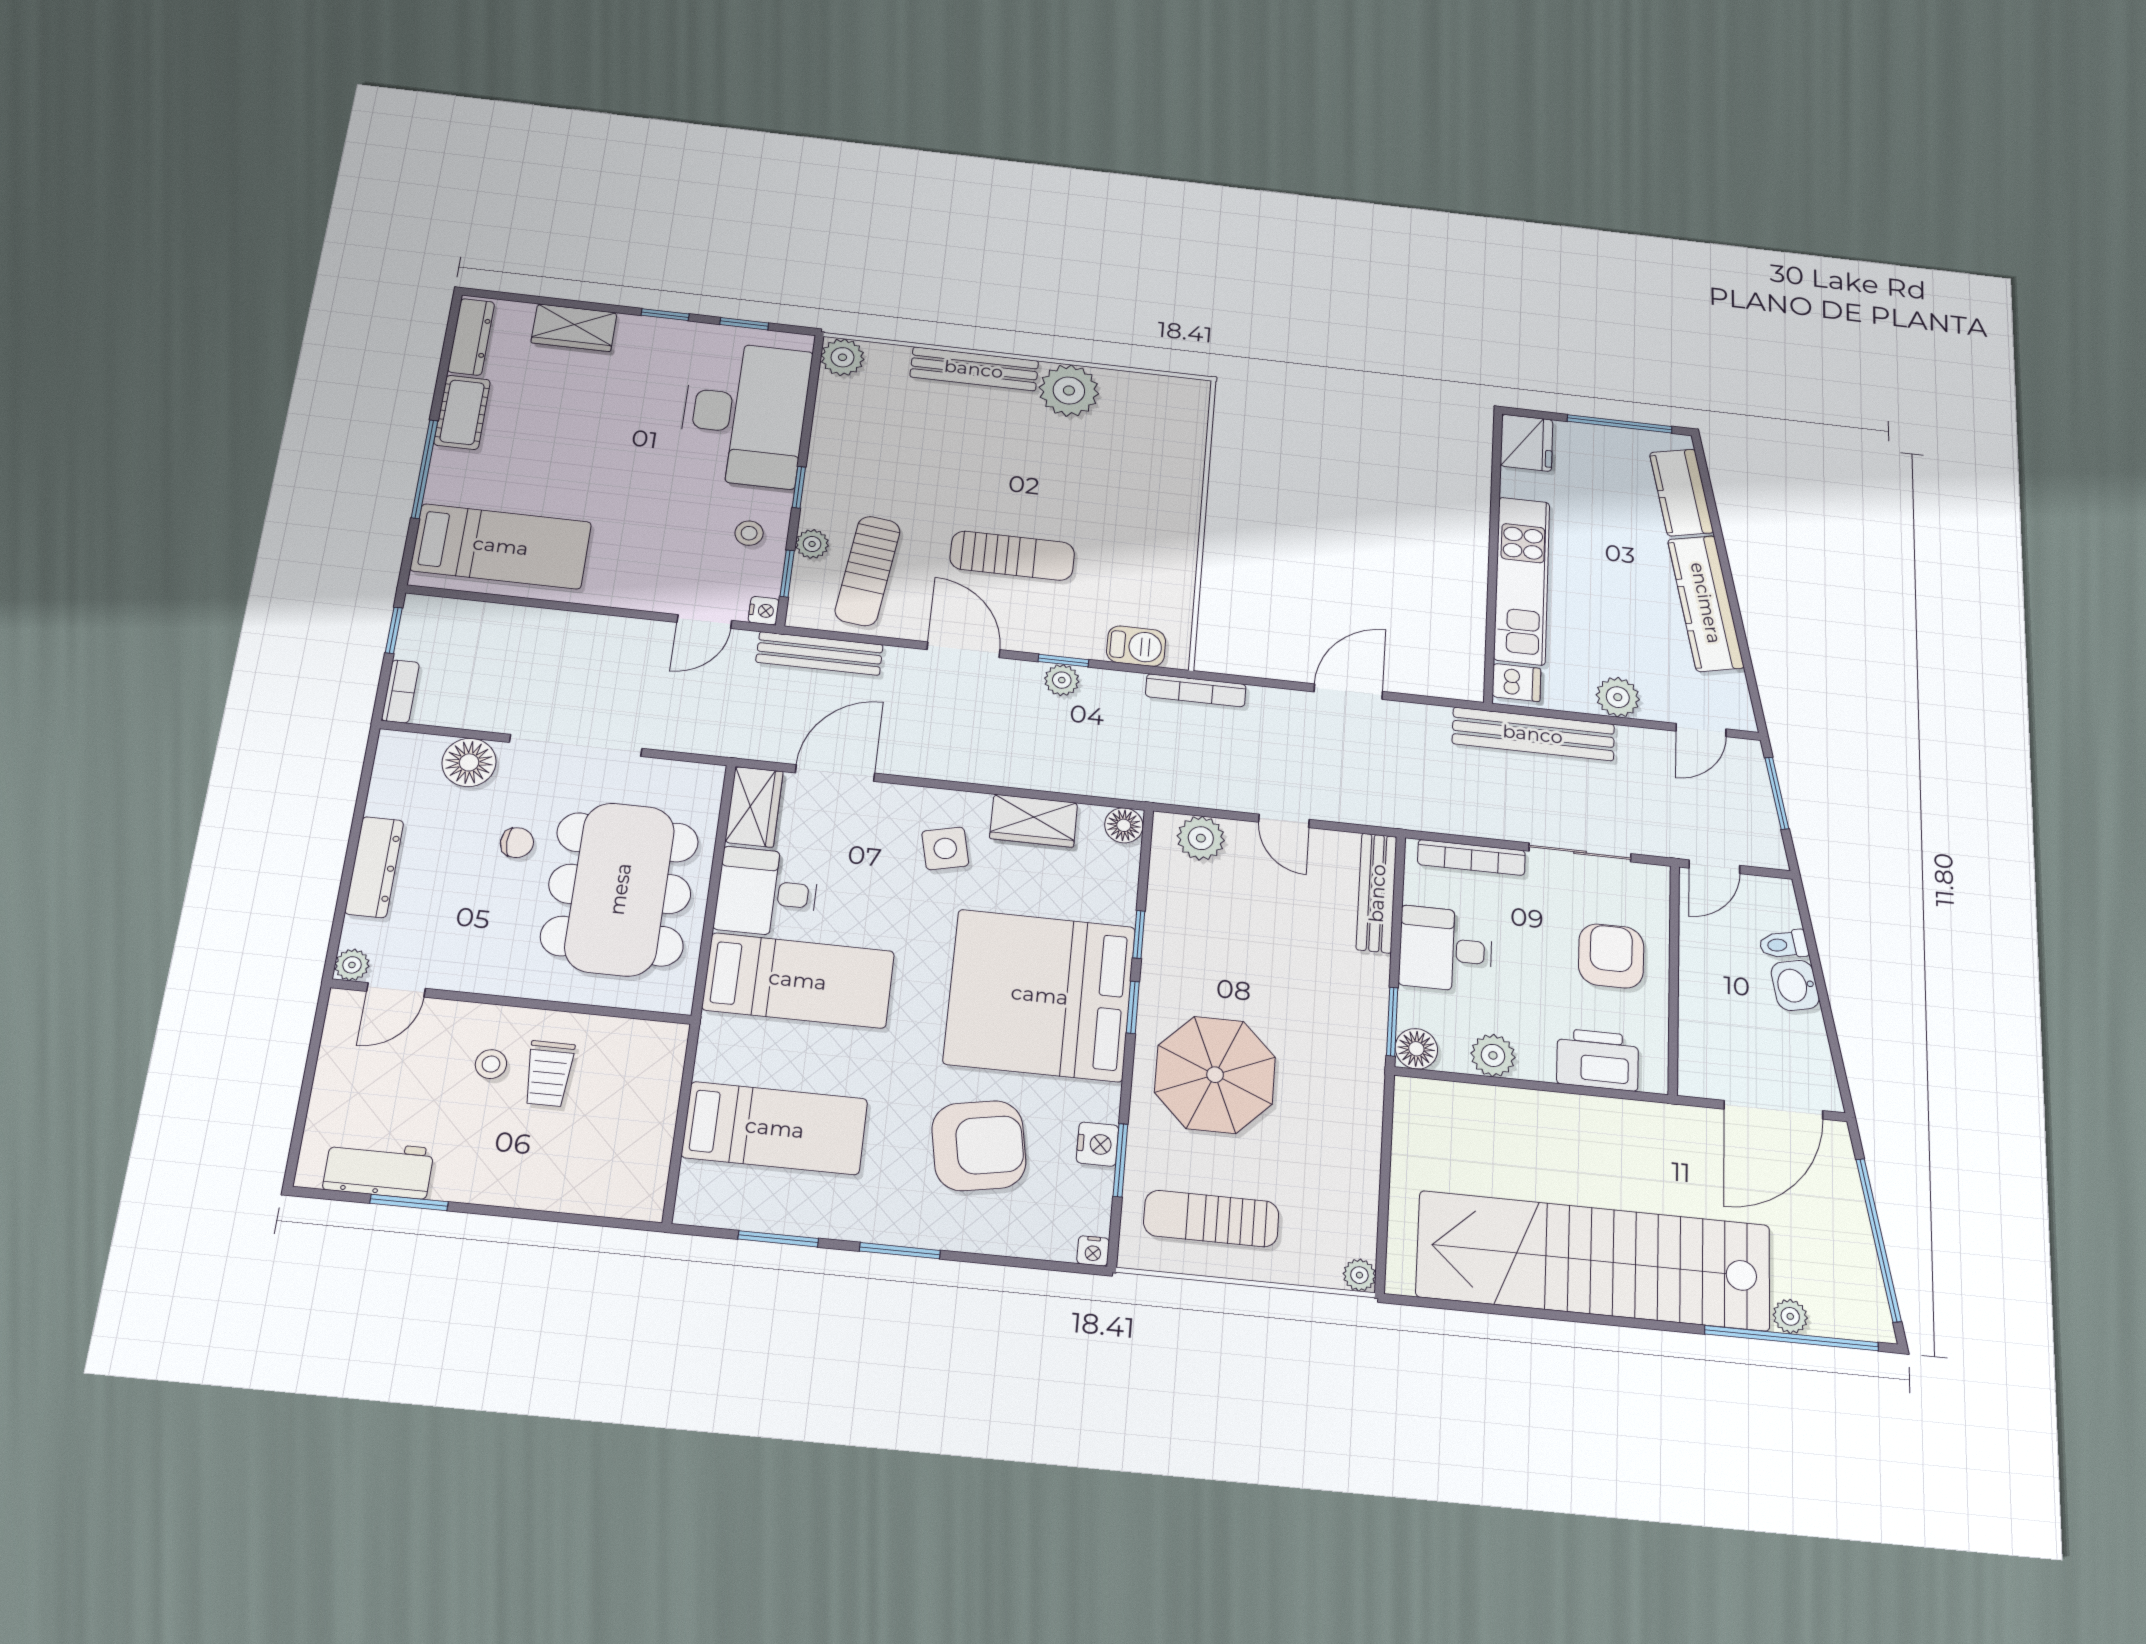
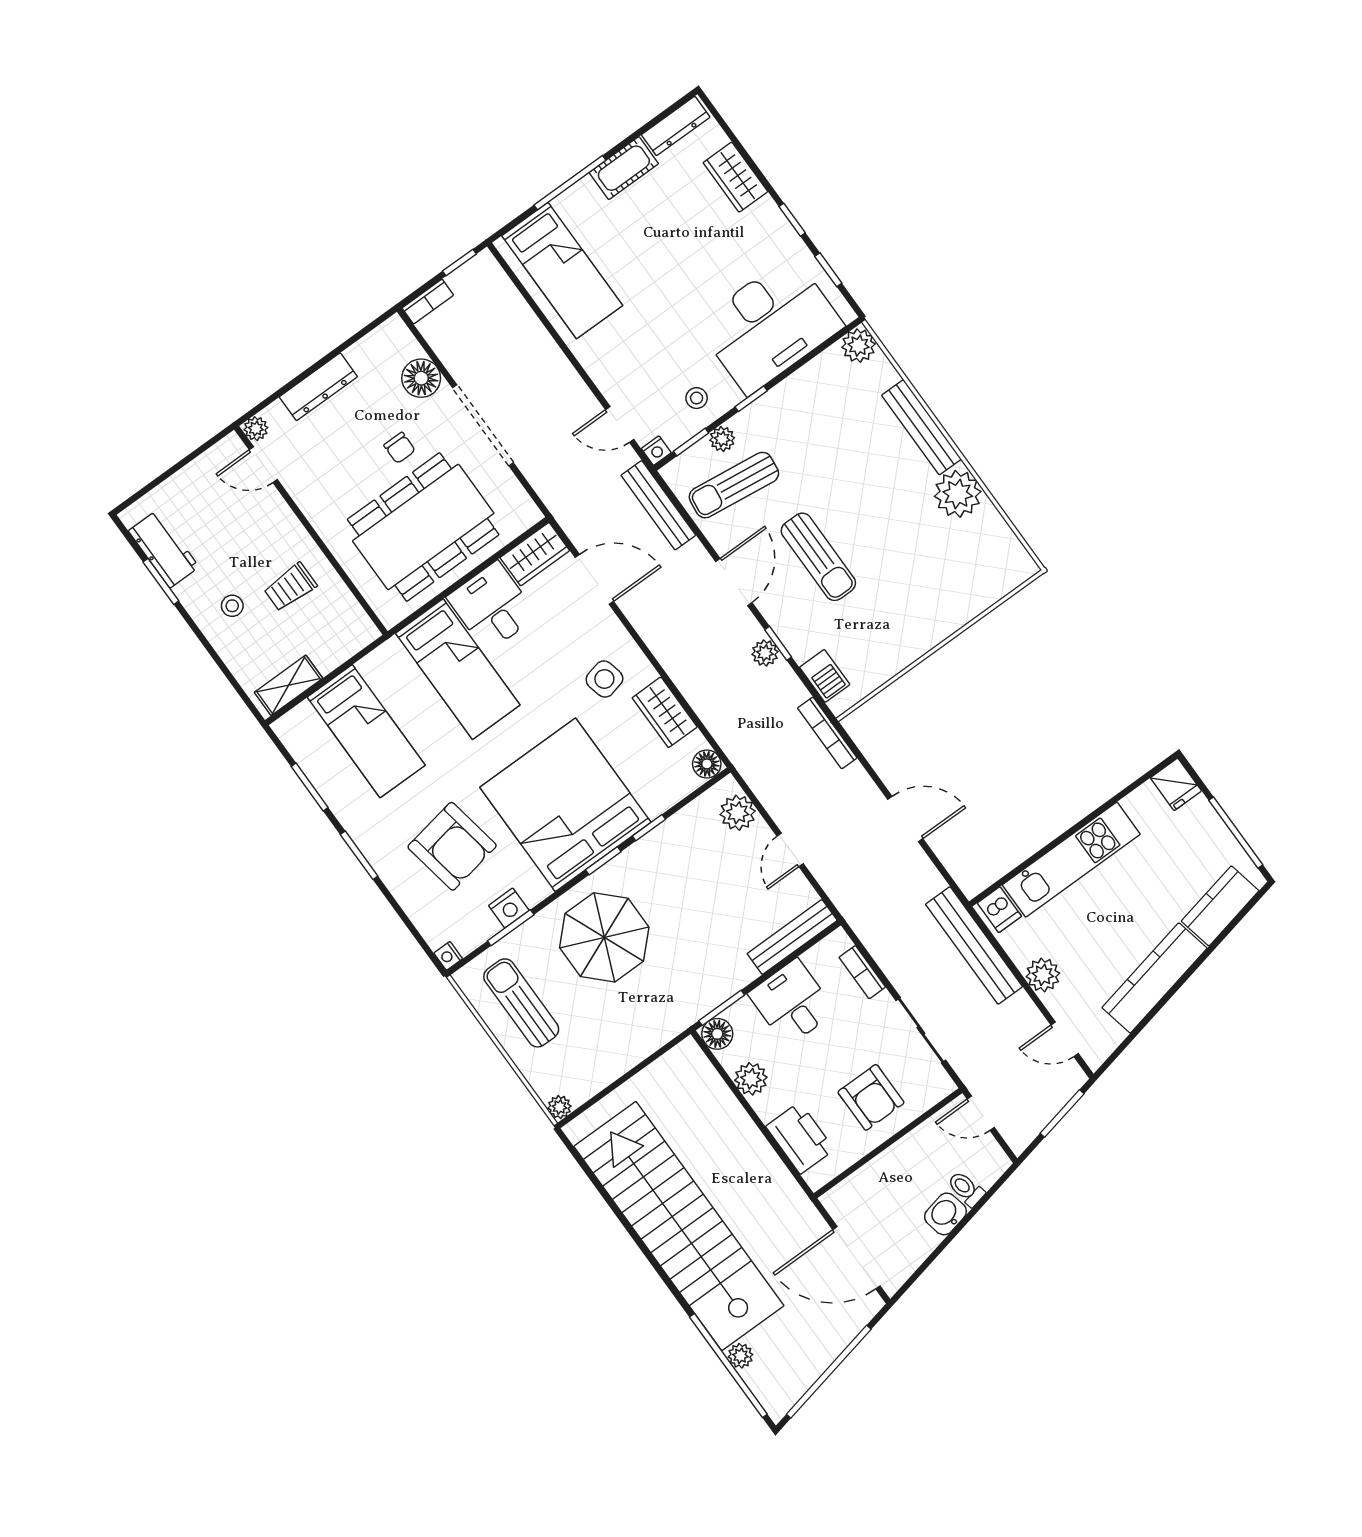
fridge: (1527, 443) -> (1176, 784), width x0.72
bookcase: (1471, 857) -> (862, 972), width x0.64
armchair: (1611, 956) -> (871, 1097), turned 90
stool: (491, 1064) -> (232, 606), moved
shelving: (650, 1166) -> (289, 685), added

